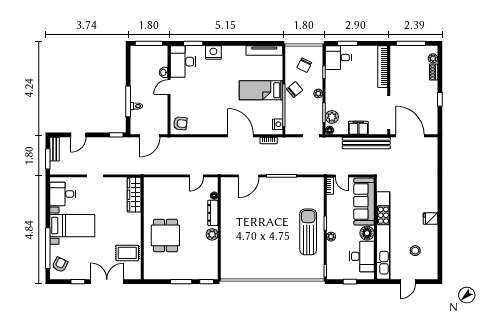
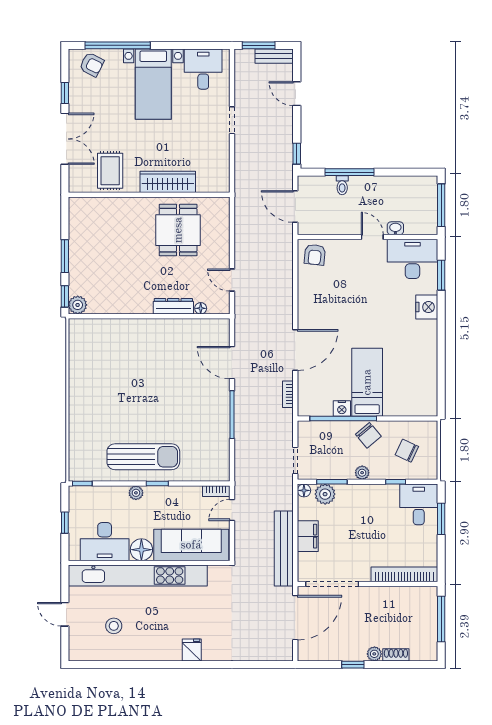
tv unit: (264, 51) -> (430, 388), removed
plant: (433, 58) -> (374, 654), moved
nightstand: (278, 124) -> (342, 408), moved
wardrobe: (134, 195) -> (168, 182), moved
fridge: (431, 218) -> (192, 650), moved
plant: (212, 234) -> (78, 305), moved
dining table: (165, 235) -> (178, 230), moved, turned 90

